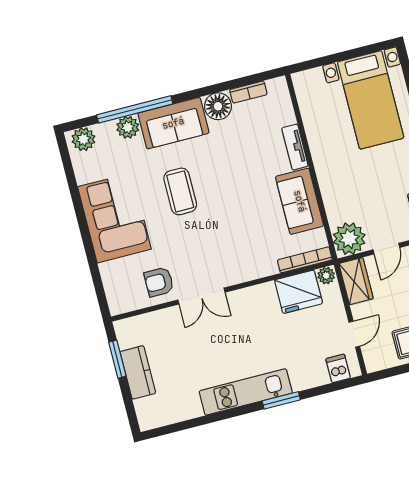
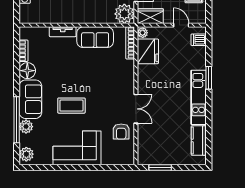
kitchen counter: (138, 372) -> (199, 141), moved, turned -90

